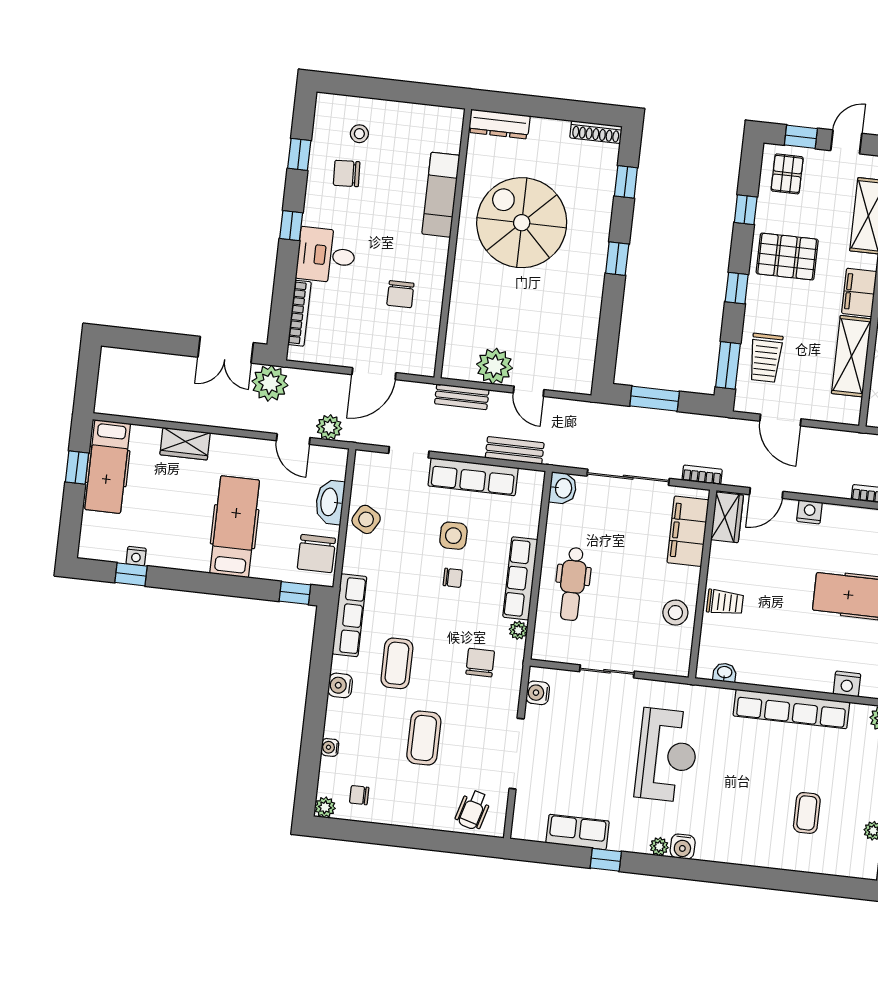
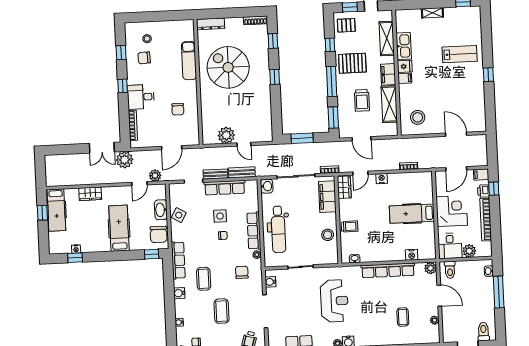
pallet: (787, 174) -> (346, 25), turned 90
window: (737, 288) -> (332, 81), width x2.17
trolley: (766, 358) -> (362, 100), moved
bench: (462, 397) -> (215, 174), moved
door: (293, 439) -> (139, 184), hinge flipped
dental chair: (573, 584) -> (278, 229), width x1.36, depth x1.38

